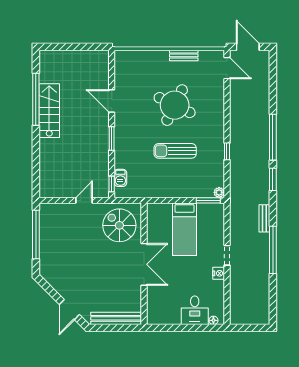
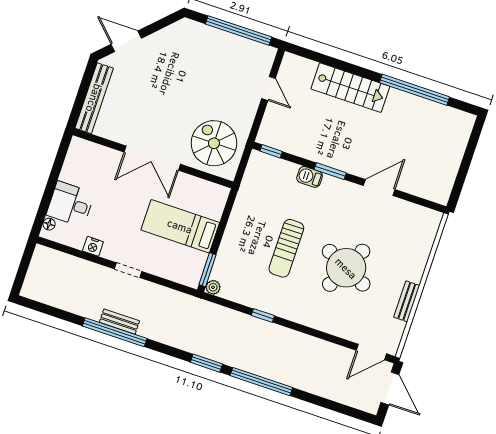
door: (248, 47) -> (390, 388), hinge flipped
stairs: (49, 111) -> (350, 88), moved
sun lounger: (175, 151) -> (286, 248), turned 180
barbecue: (120, 178) -> (310, 177), moved
door: (84, 200) -> (269, 88), moved
bench: (264, 218) -> (119, 322), moved
spiral stairs: (119, 225) -> (214, 143), turned -90
nightstand: (219, 273) -> (93, 246), moved

